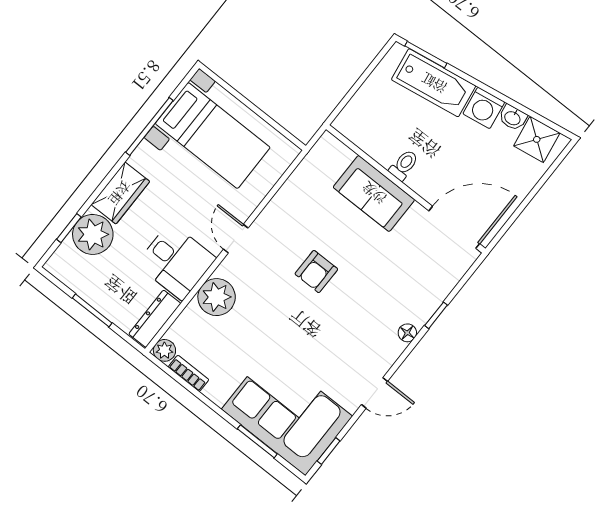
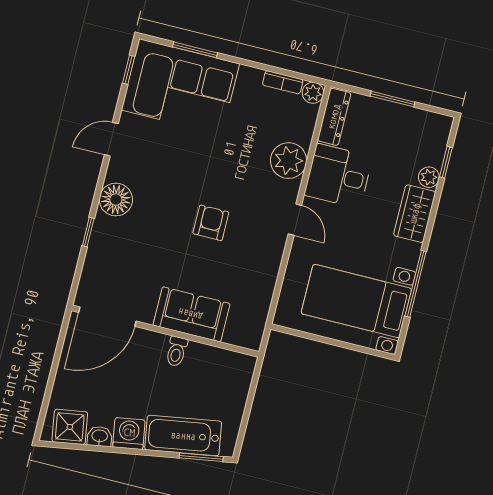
plant: (93, 234) -> (429, 177), width x0.53, depth x0.53
floor lamp: (407, 333) -> (116, 200), width x1.89, depth x1.89

